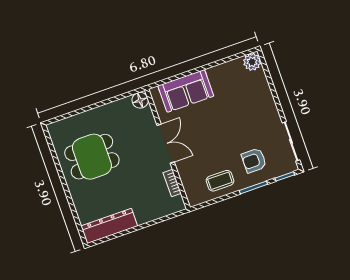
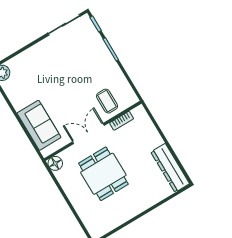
dining table: (92, 157) -> (103, 174), moved
armchair: (254, 160) -> (87, 54), removed
coffee table: (220, 181) -> (107, 101), moved

